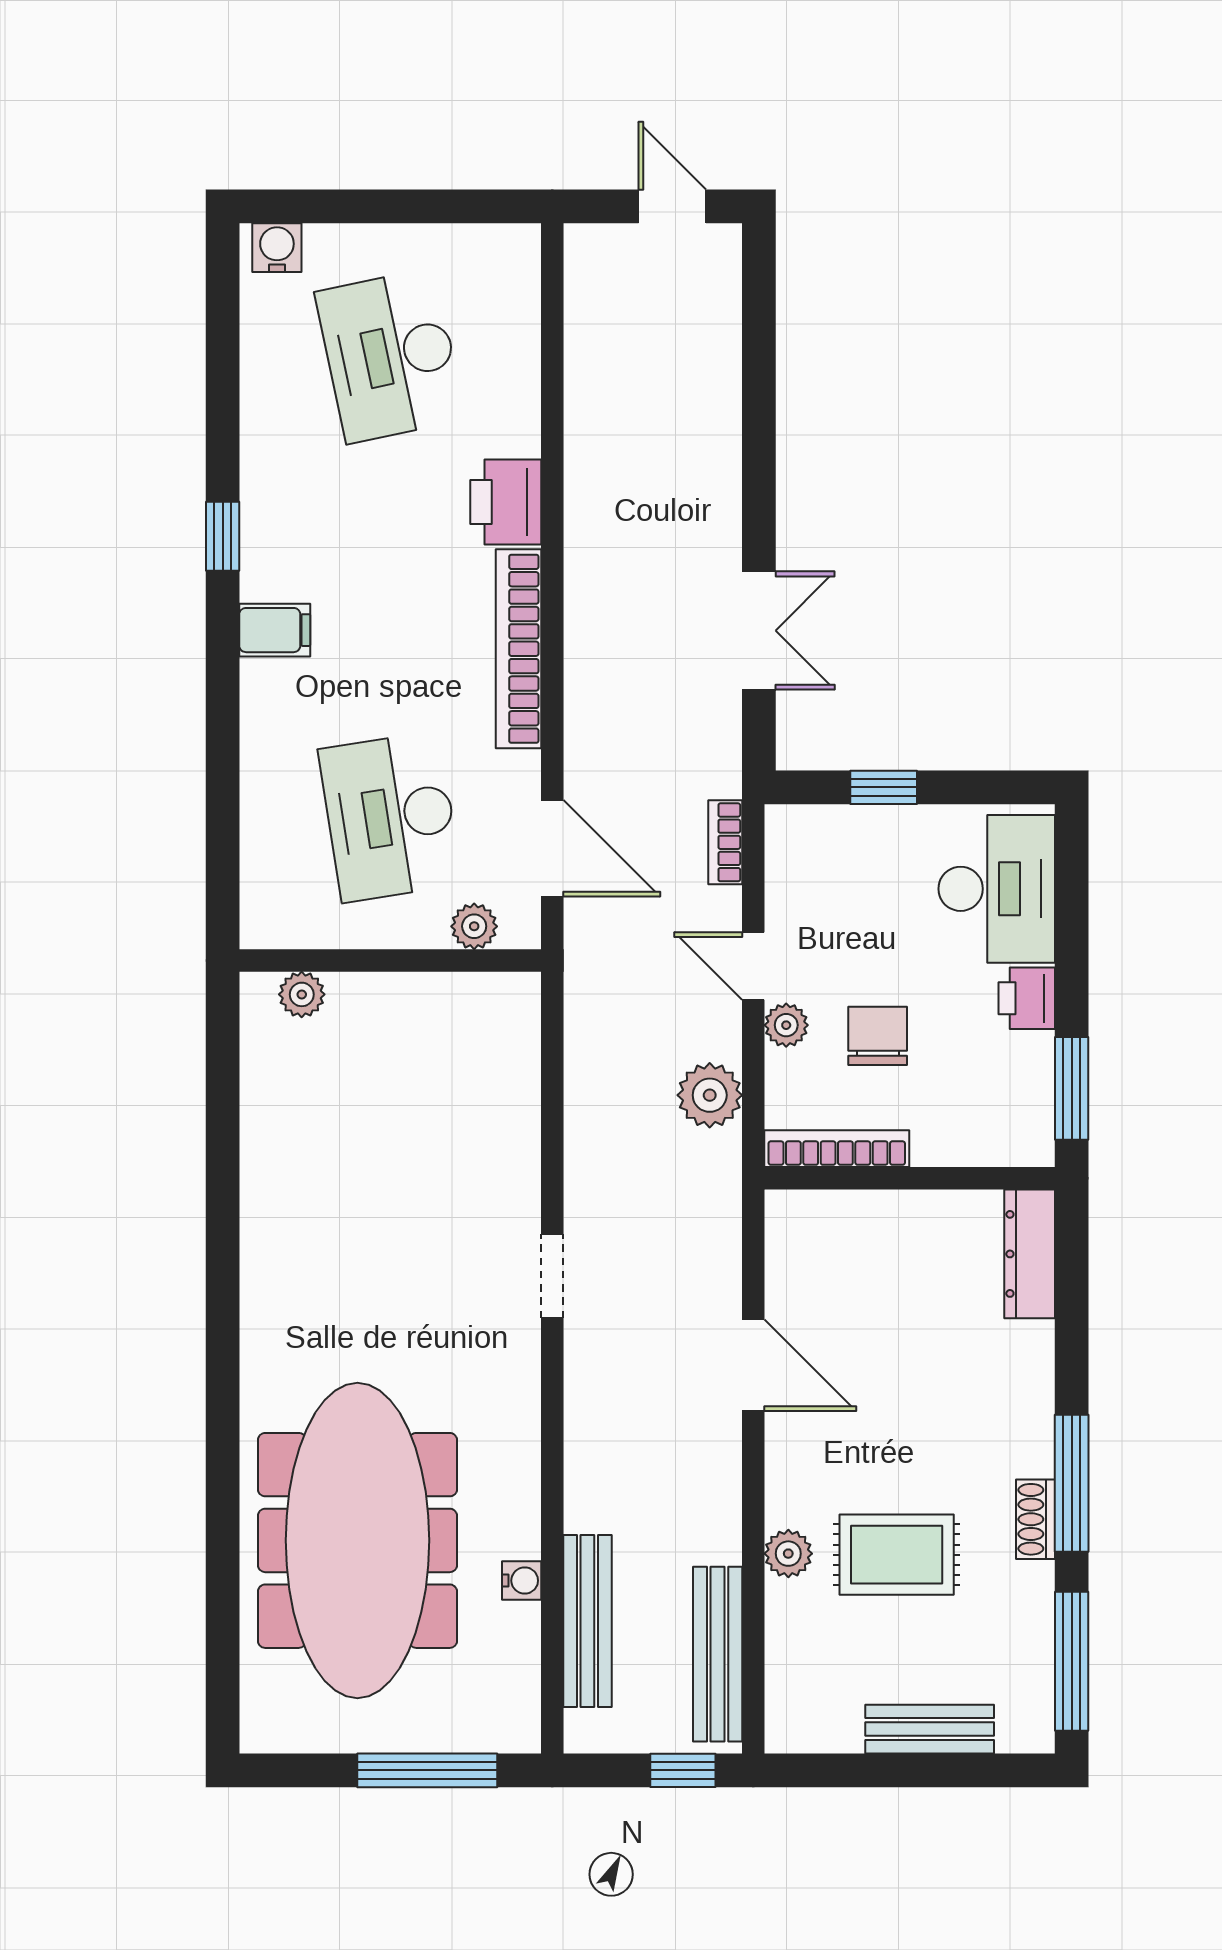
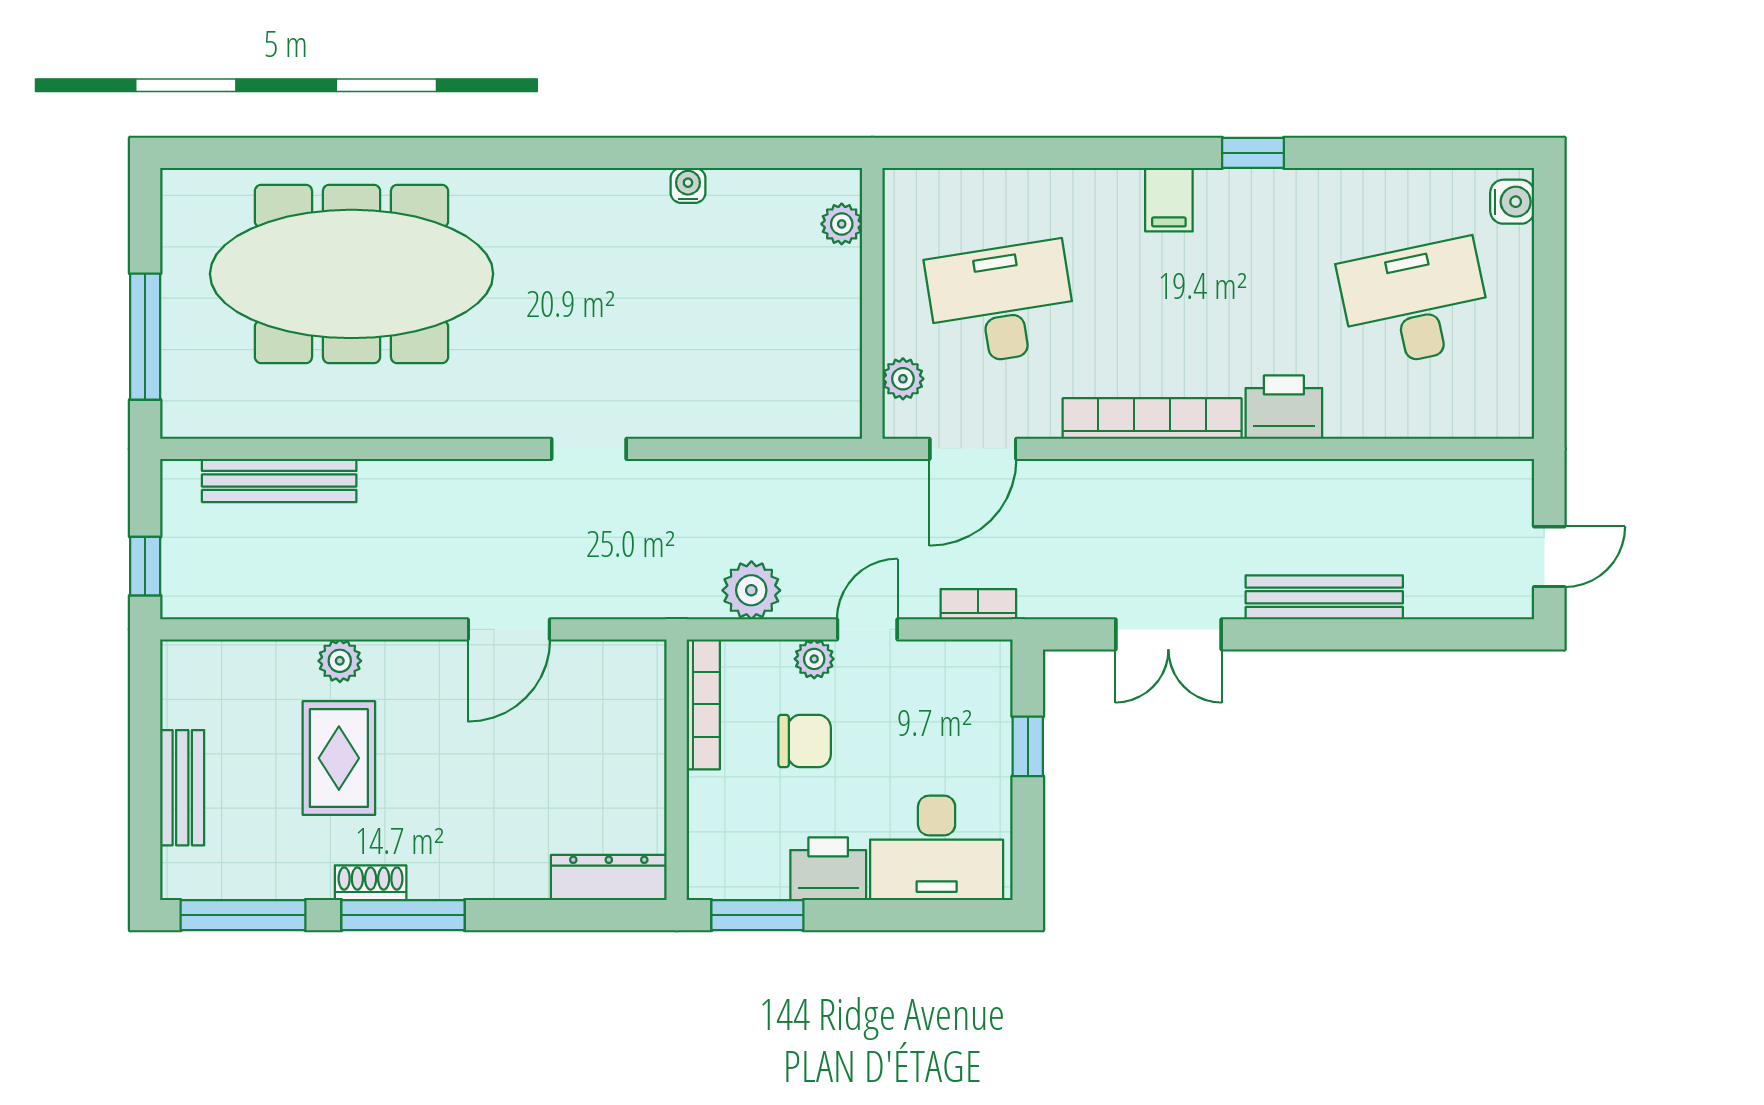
printer: (1027, 998) -> (828, 869), width x1.36, depth x1.24
water cooler: (522, 1581) -> (688, 185), moved, turned 180
bench: (718, 1654) -> (1324, 597), moved

